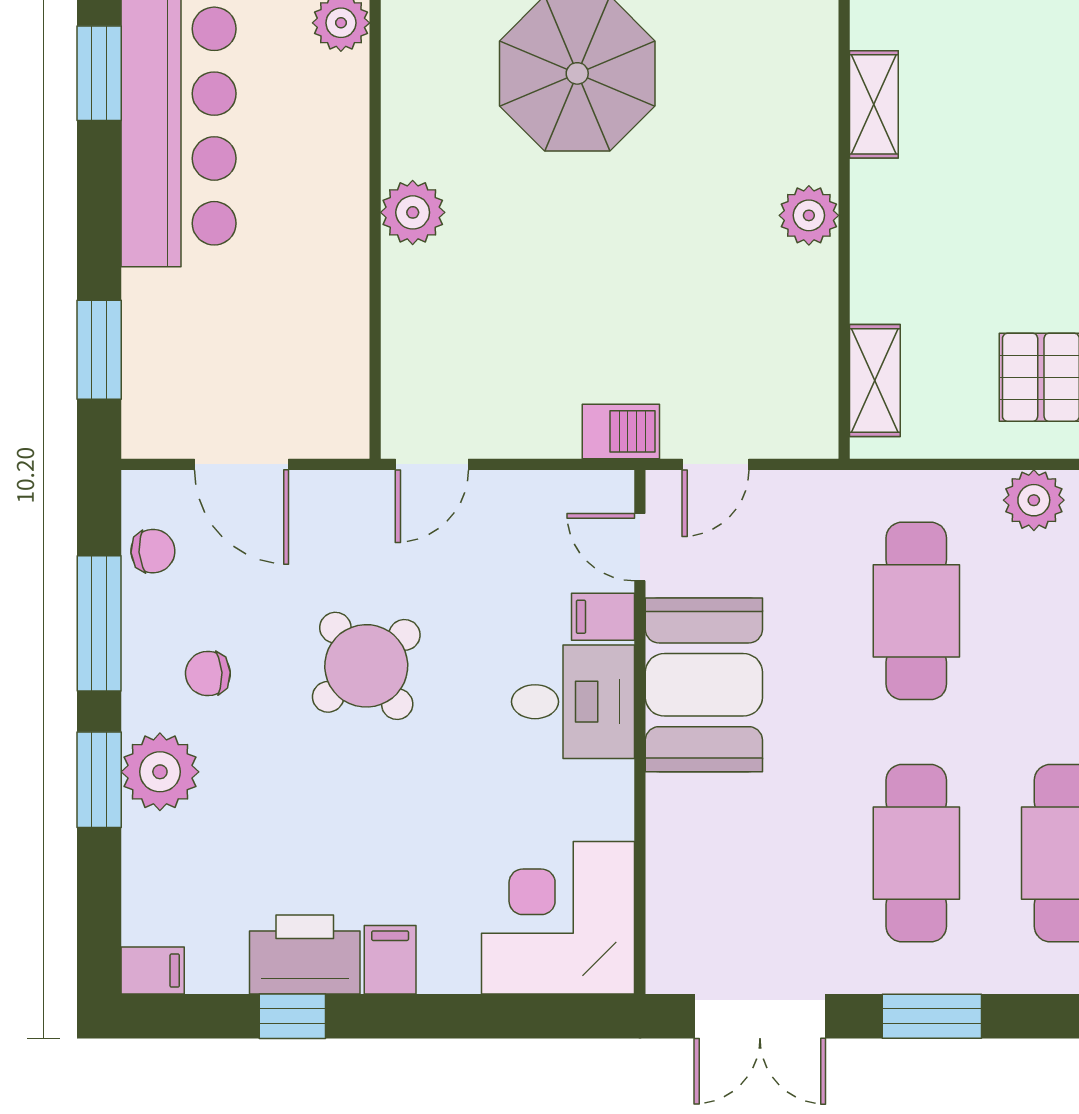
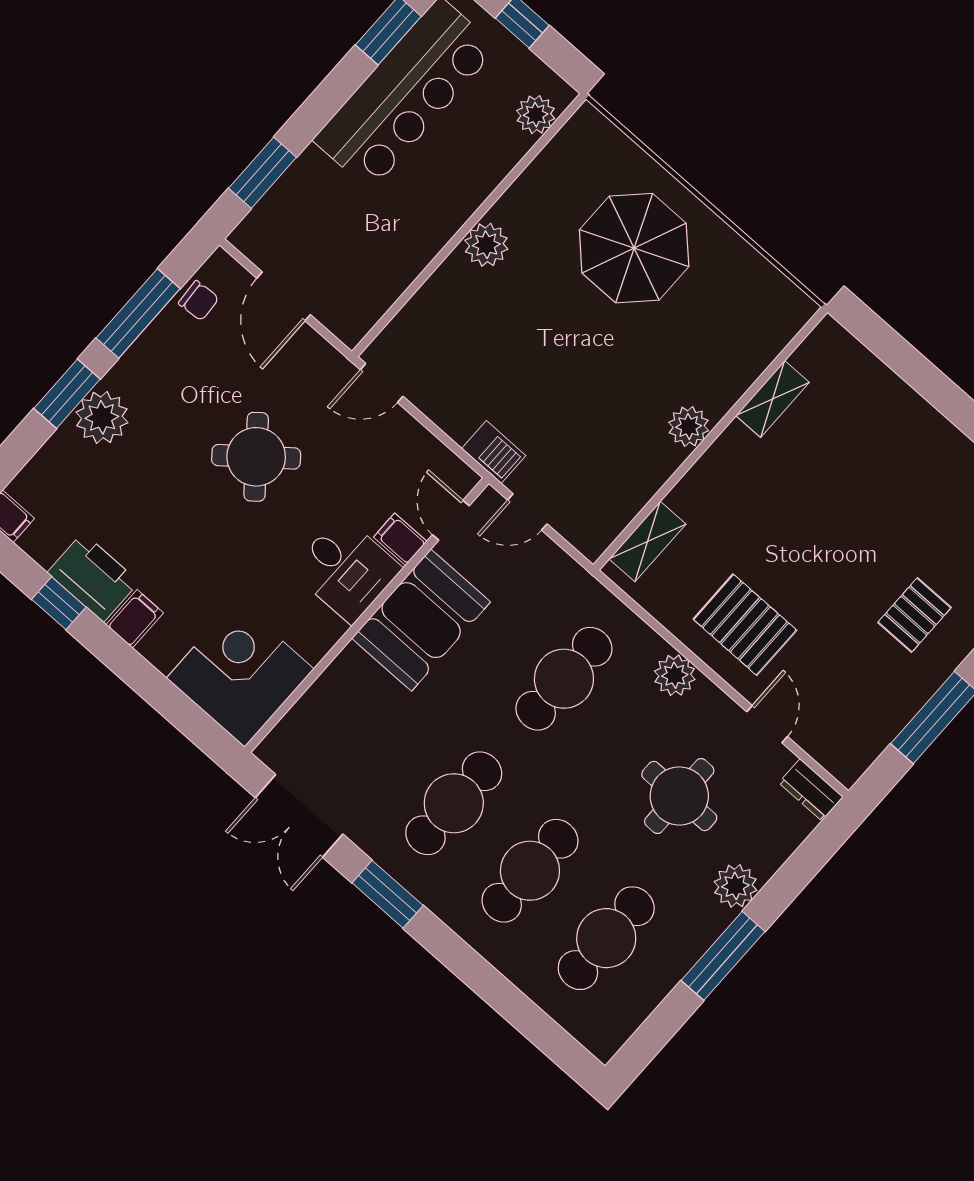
chair: (208, 673) -> (171, 389), removed

